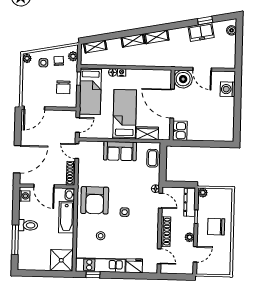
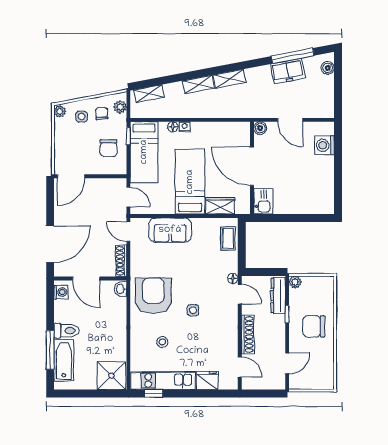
window: (205, 21) -> (293, 56), width x2.17
boiler: (183, 79) -> (260, 128), width x0.54, depth x0.54
door: (78, 125) -> (128, 197), hinge flipped
sofa: (120, 151) -> (170, 230), moved
armchair: (95, 200) -> (153, 296), turned 180
bathtub: (66, 217) -> (64, 360), moved, turned 180
plant: (190, 237) -> (279, 341), removed

